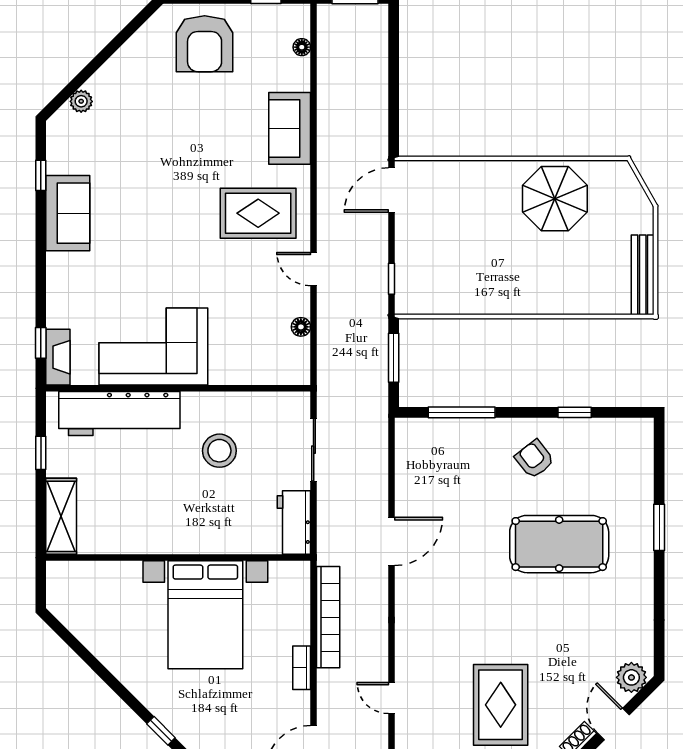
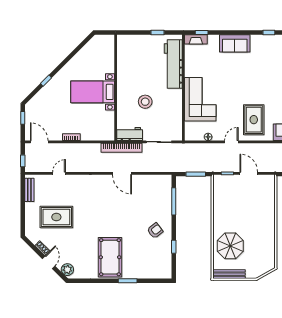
door: (392, 190) -> (249, 173), moved
parasol: (555, 199) -> (230, 246), moved
sofa: (68, 213) -> (235, 43), moved
corner sofa: (153, 347) -> (200, 99), moved
stool: (219, 451) -> (145, 102), moved
shelving: (61, 516) -> (132, 41), removed
pool table: (559, 544) -> (110, 257), moved
bed with nightstands: (205, 615) -> (93, 92), width x0.73
bookcase: (328, 617) -> (122, 148), moved
door: (613, 724) -> (49, 262), hinge flipped

